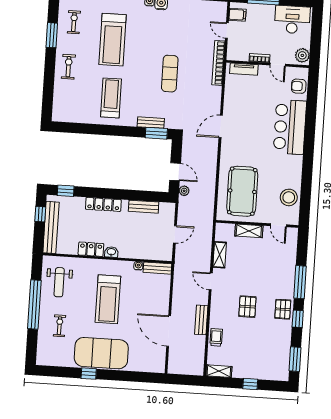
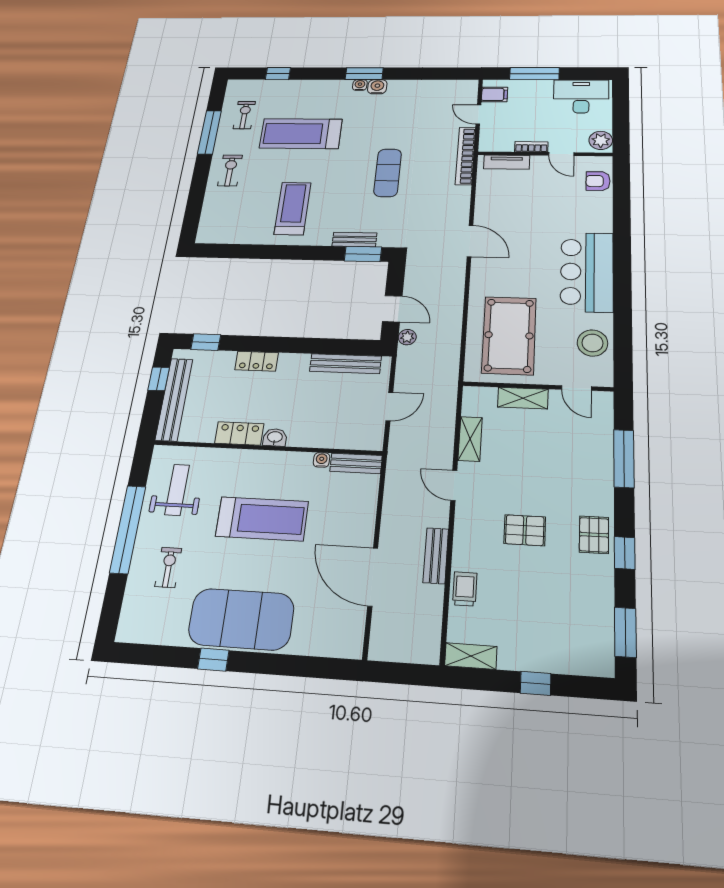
window: (52, 35) -> (209, 132), width x1.44
treadmill: (113, 40) -> (301, 134), turned 90
door: (221, 126) -> (470, 241), swing flipped
bar counter: (290, 127) -> (587, 272), moved
locker: (103, 204) -> (257, 361), width x0.66
bench: (144, 207) -> (345, 364), width x1.36
weight bench: (59, 282) -> (177, 490), turned 180
window: (300, 282) -> (624, 459), moved
treadmill: (108, 299) -> (262, 519), turned -90
pallet: (247, 307) -> (525, 530), turned 90

